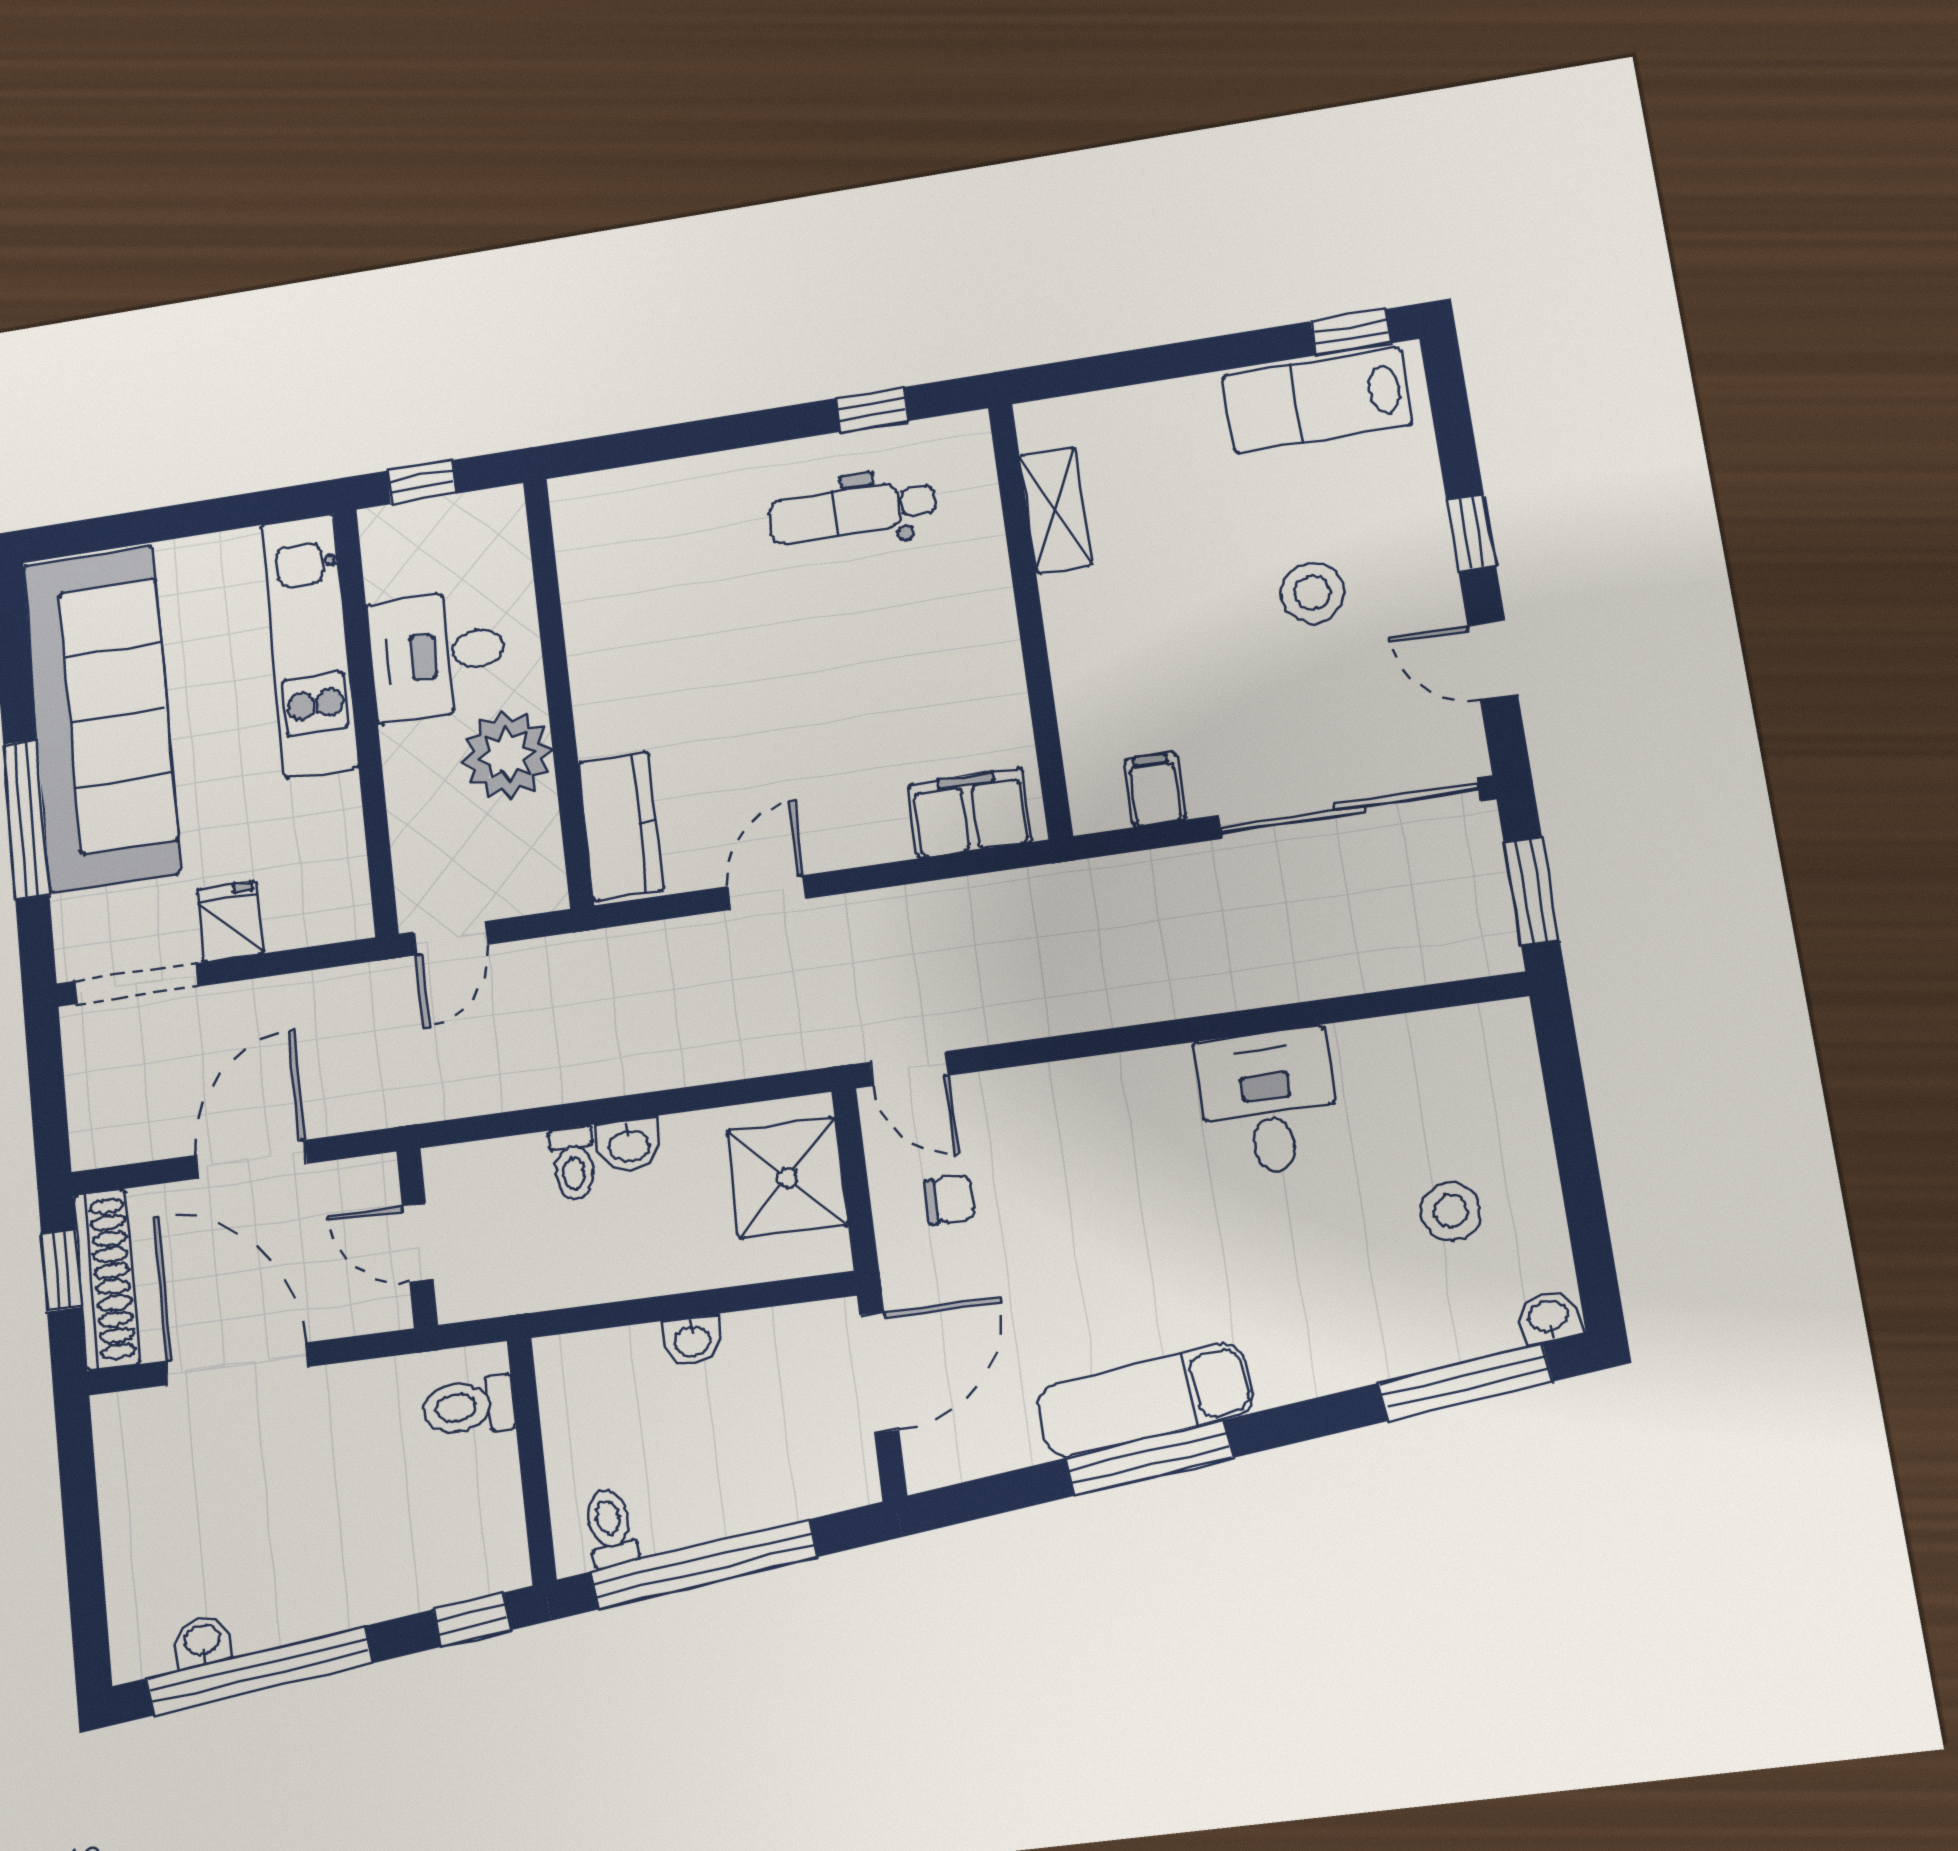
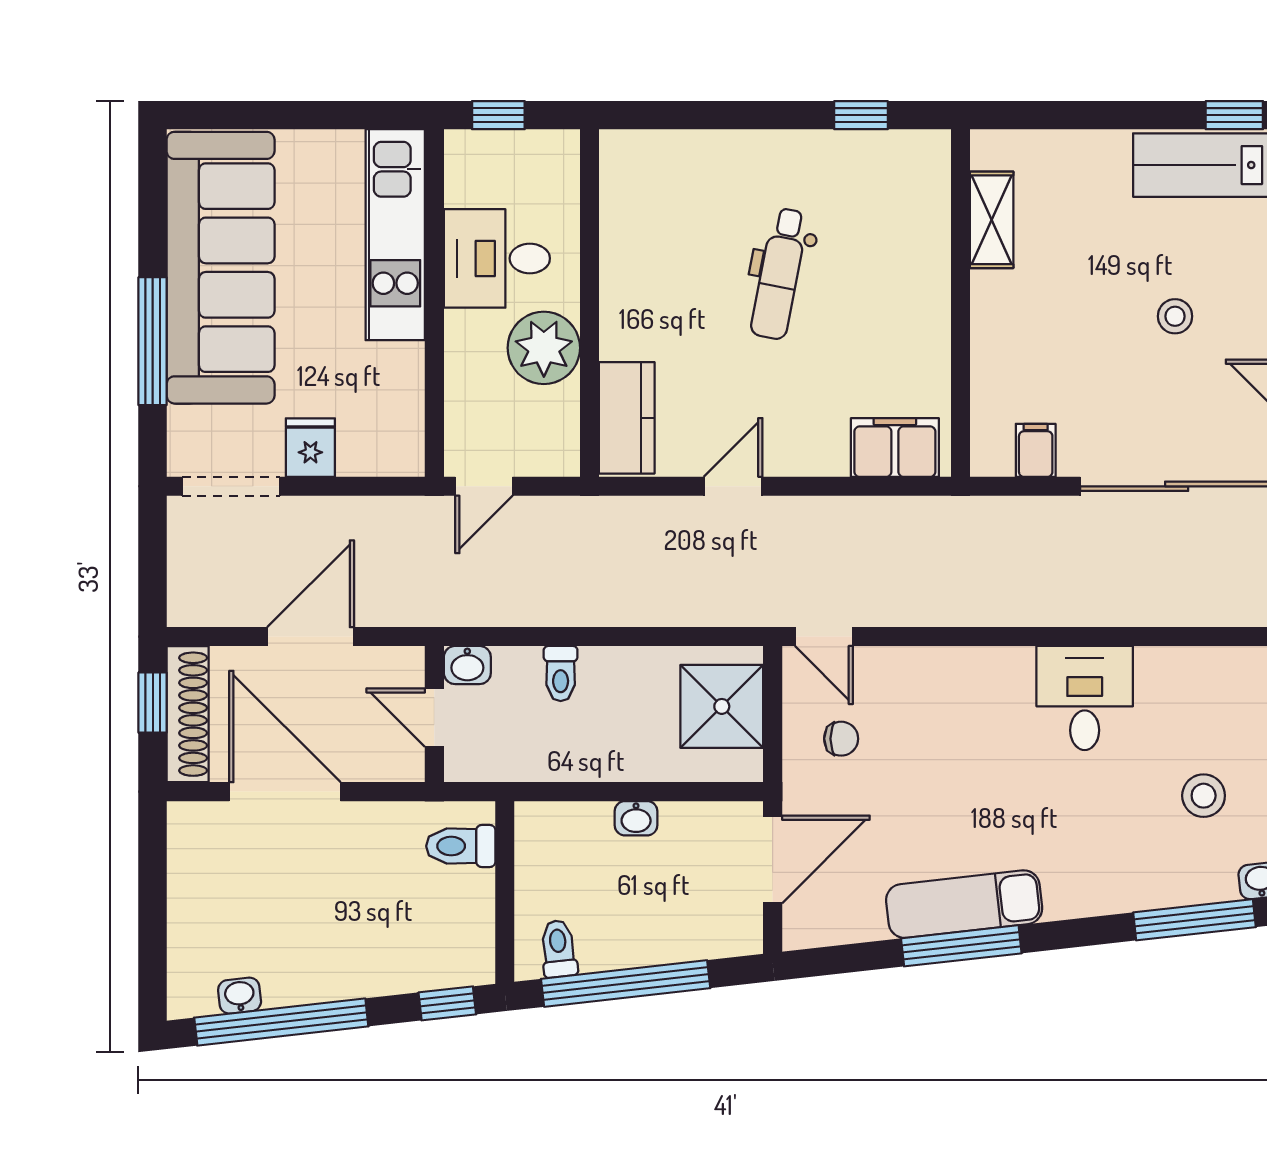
dental chair: (852, 511) -> (779, 274), moved, turned -79
stool: (1313, 593) -> (1175, 316), width x0.73, depth x0.73
washbasin: (629, 1145) -> (467, 665), moved

